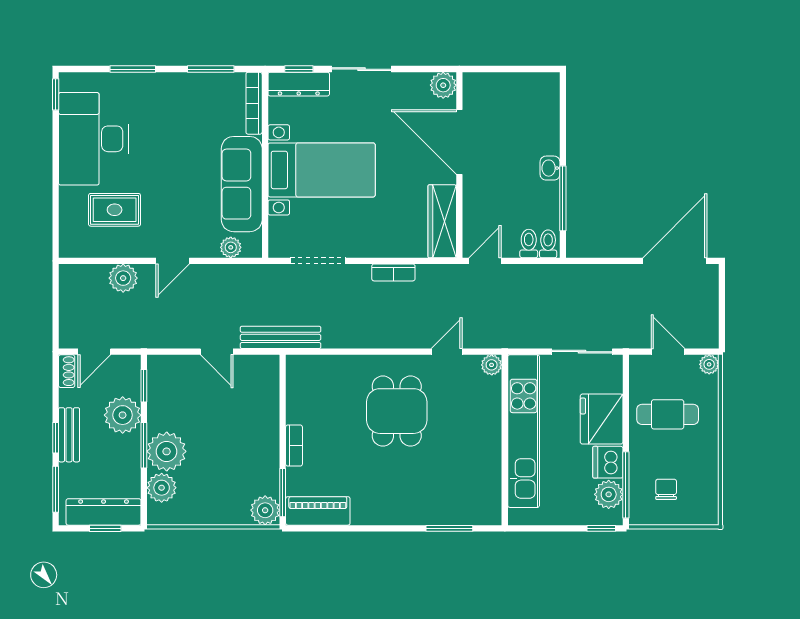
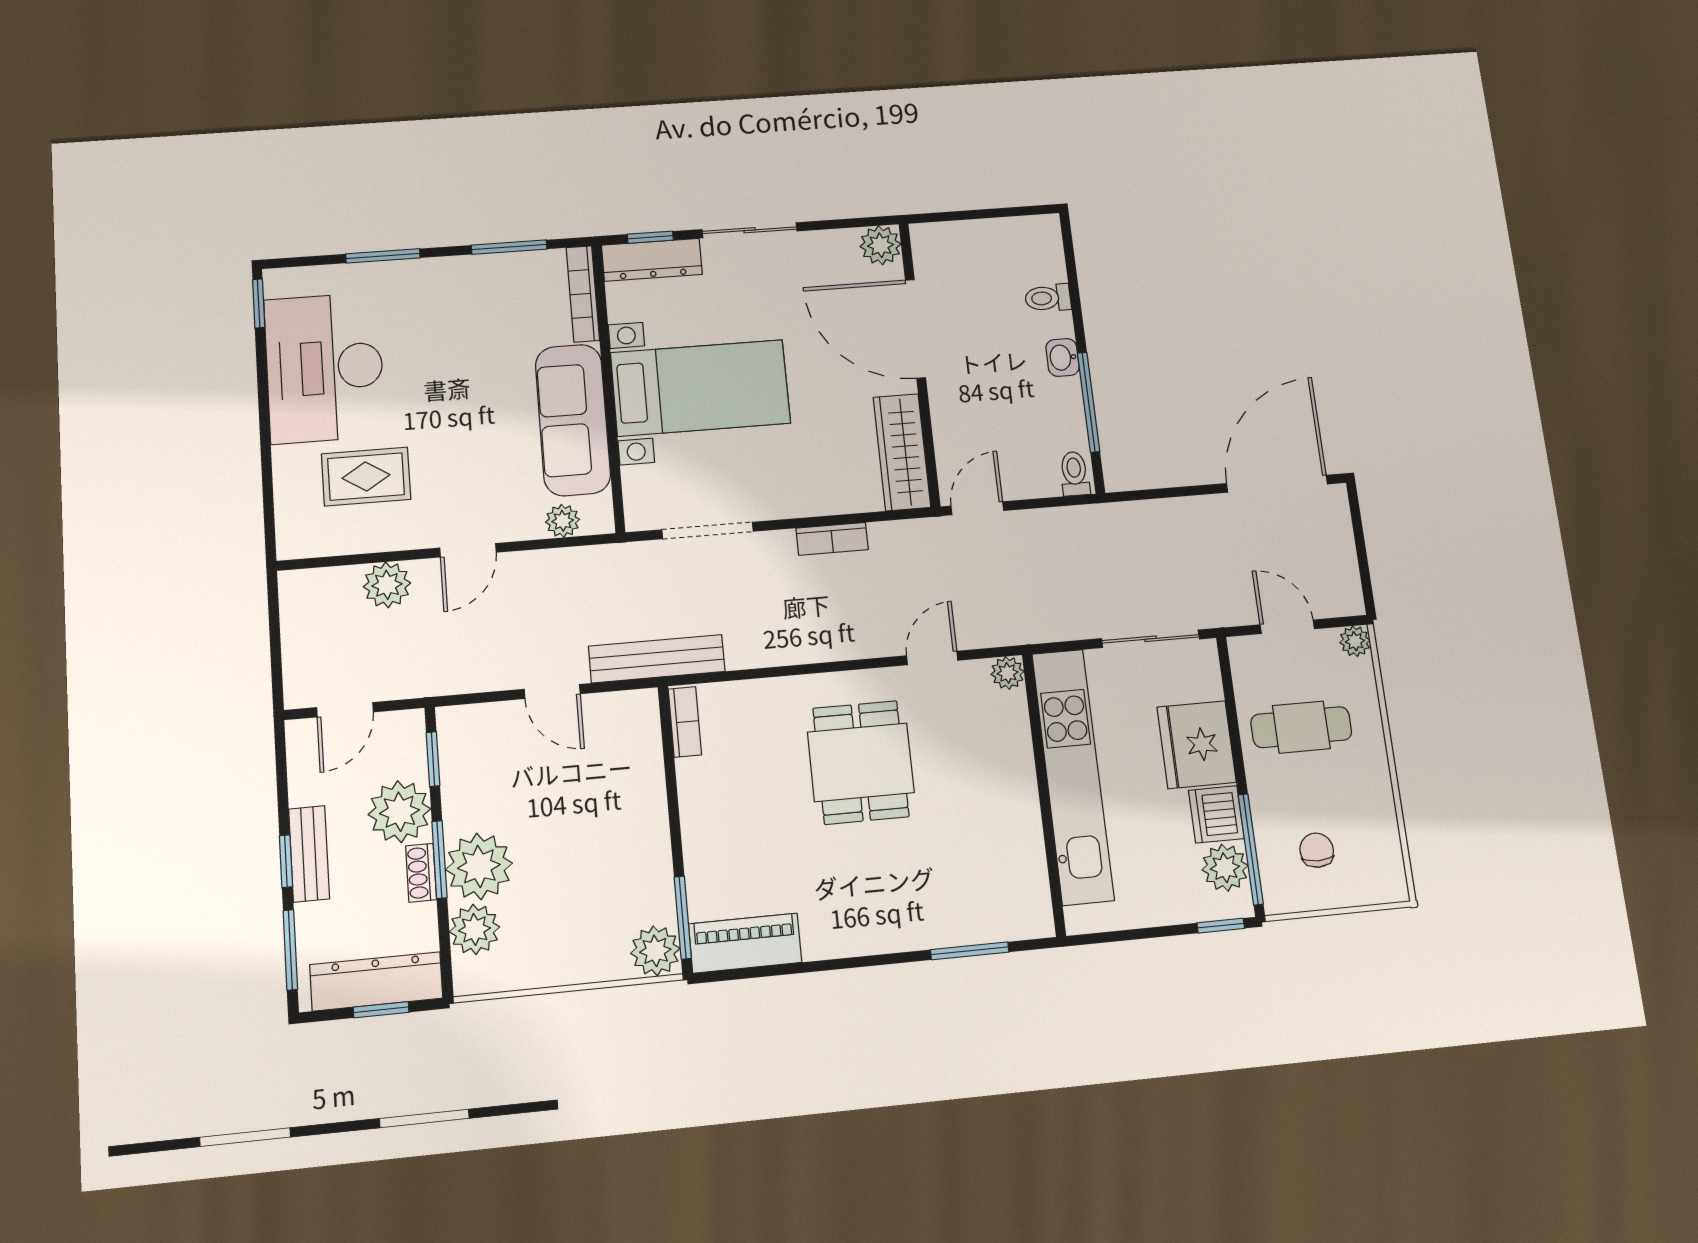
toilet: (529, 243) -> (1048, 298), moved, turned -90
shoe rack: (67, 371) -> (421, 873), moved, turned 180
bookcase: (294, 446) -> (685, 722), moved

